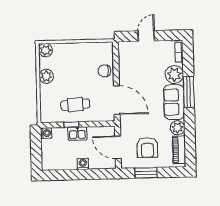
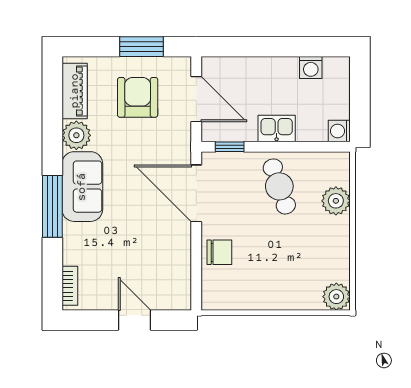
door: (146, 36) -> (135, 320), swing flipped
plant: (174, 75) -> (80, 242), removed
plant: (46, 76) -> (336, 201), moved
cafe table: (75, 105) -> (279, 186), turned 75
window: (71, 125) -> (230, 147), moved
washing machine: (83, 164) -> (311, 68), moved

